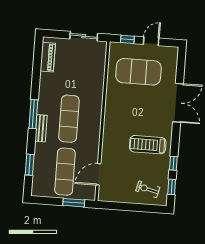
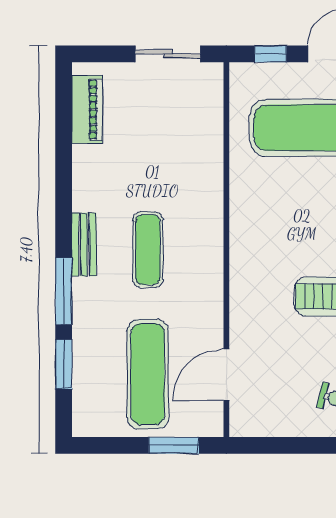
window: (33, 114) -> (64, 291), moved
exercise mat: (69, 119) -> (148, 250), width x0.73, depth x0.69
bench: (41, 128) -> (84, 244), moved

